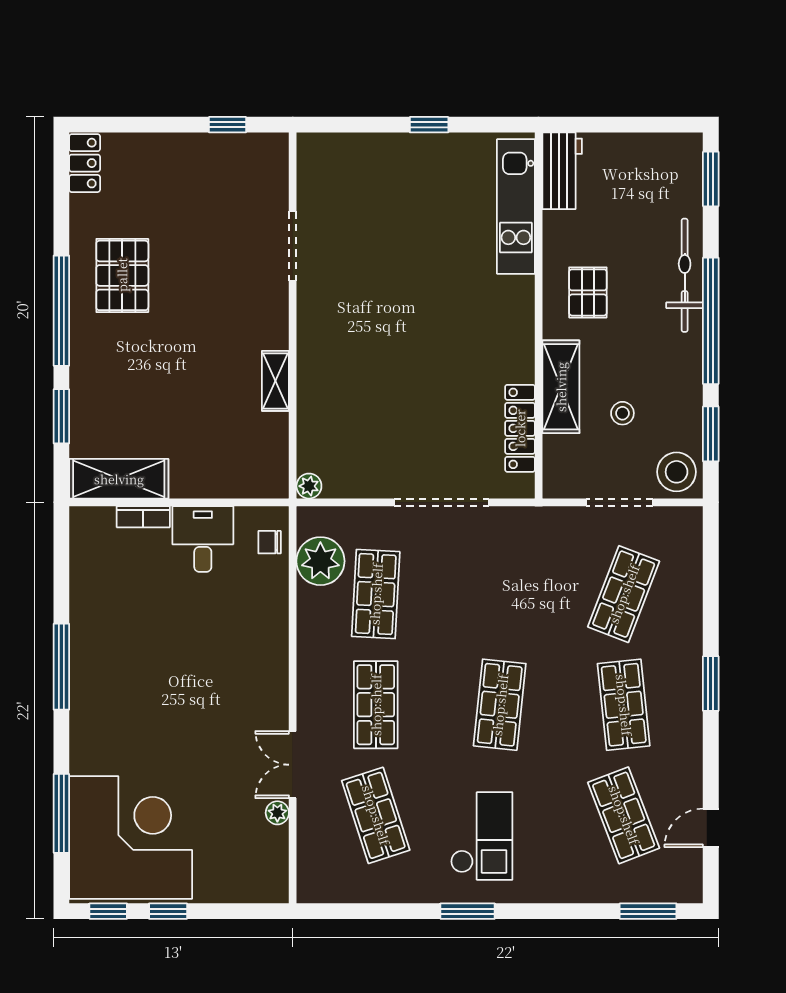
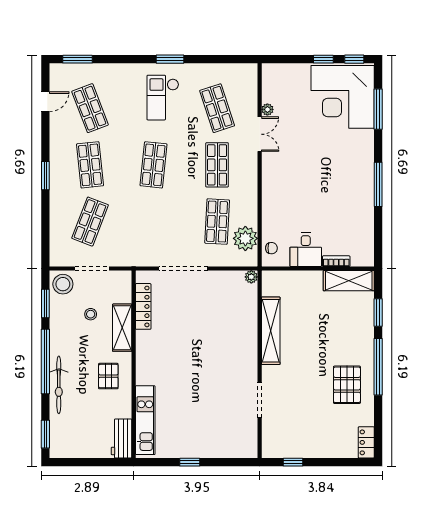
shelving: (275, 381) -> (271, 331), width x2.20, depth x1.33

